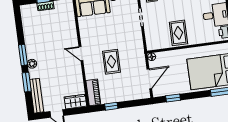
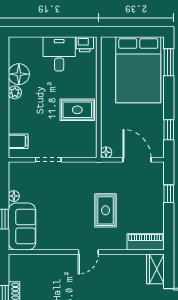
rug: (111, 62) -> (105, 210), turned 90
window: (111, 106) -> (169, 194), moved

